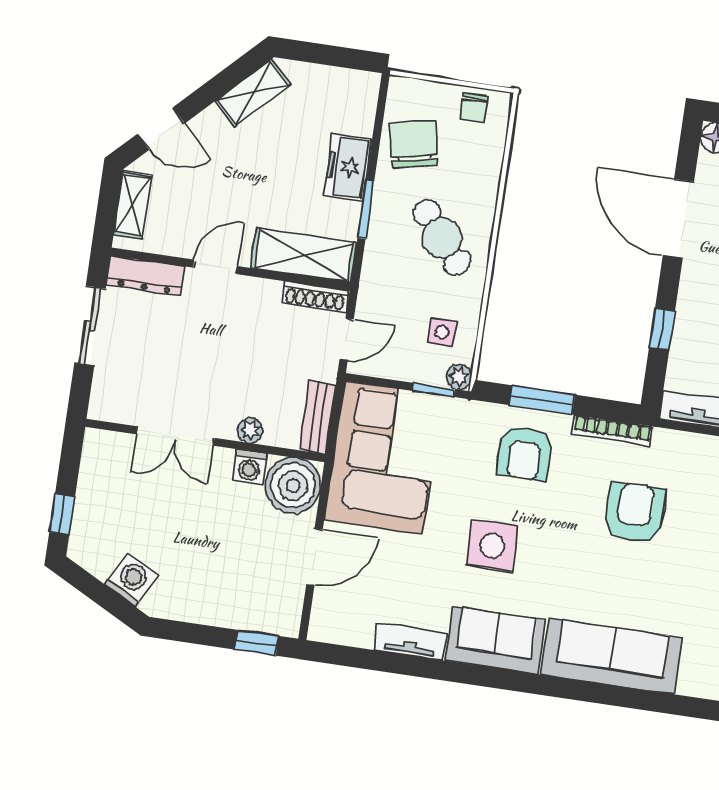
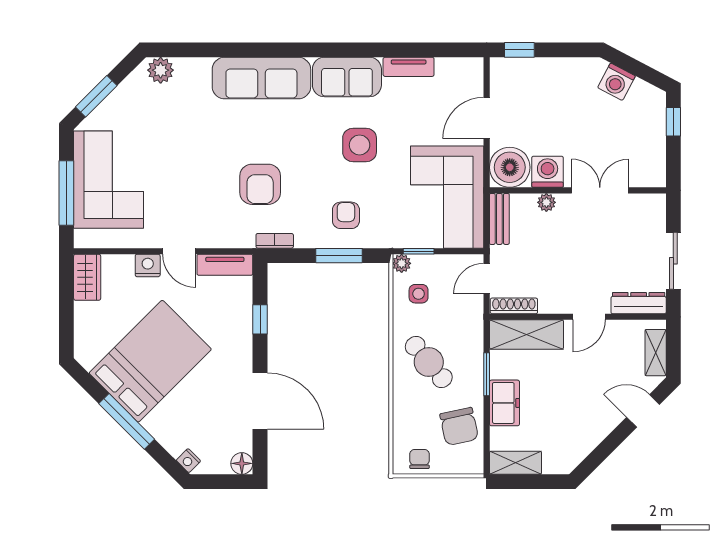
shelving: (253, 93) -> (515, 463), moved, turned 45
bookcase: (612, 431) -> (275, 241), width x0.64
armchair: (525, 453) -> (346, 215), width x0.72, depth x0.72
washing machine: (249, 467) -> (548, 172), width x1.38, depth x1.38

